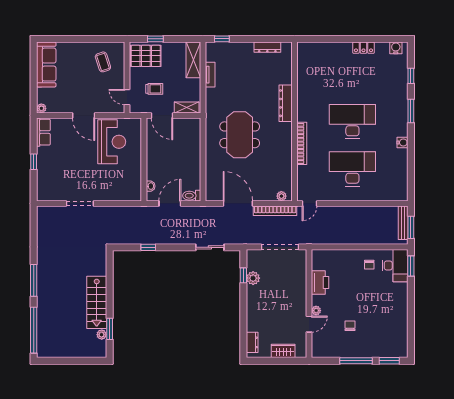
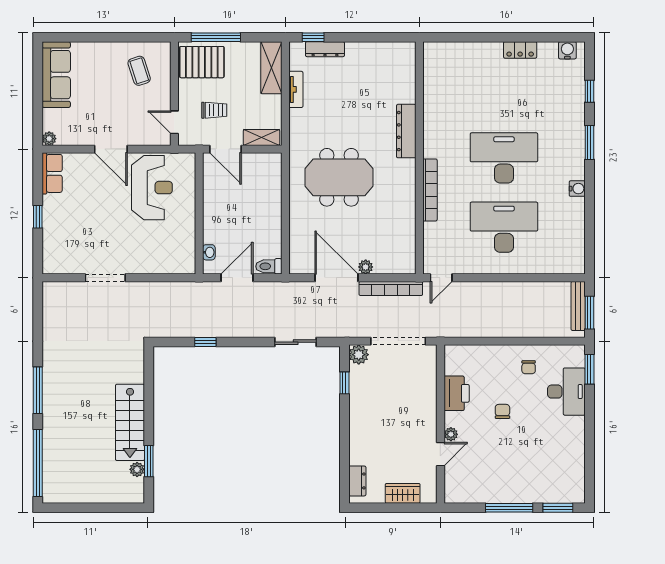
window: (155, 39) -> (216, 37), width x2.17
dresser: (267, 47) -> (325, 49), moved
meeting table: (240, 135) -> (339, 177), turned 90
plant: (281, 196) -> (366, 267), moved
desk: (395, 266) -> (566, 392), moved
plant: (253, 278) -> (359, 355), moved
chair: (350, 326) -> (502, 411), moved

